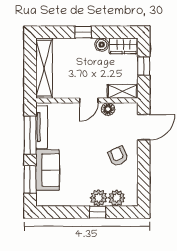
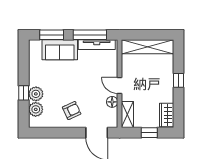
boiler: (102, 45) -> (168, 96), removed

